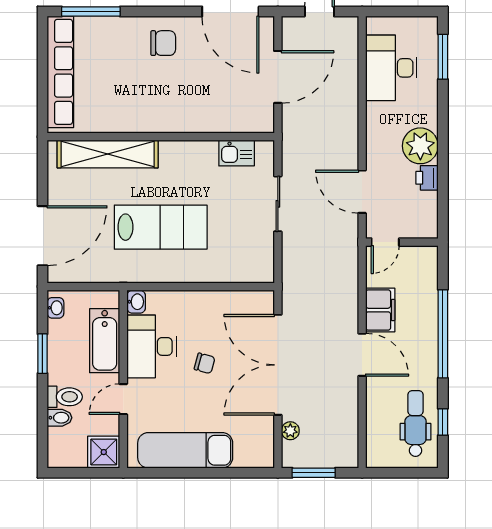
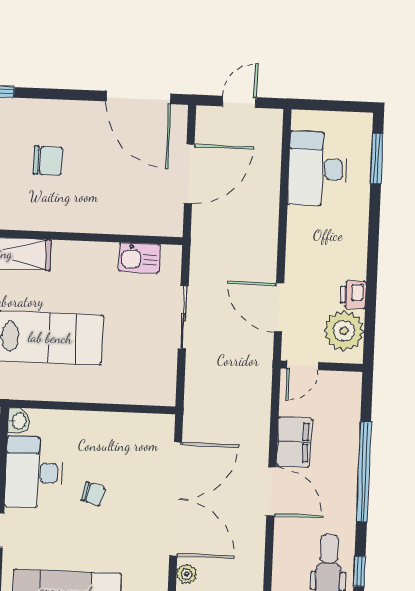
chair: (163, 43) -> (48, 161), moved
plant: (420, 146) -> (344, 331), moved
double door: (278, 365) -> (176, 499), swing flipped

